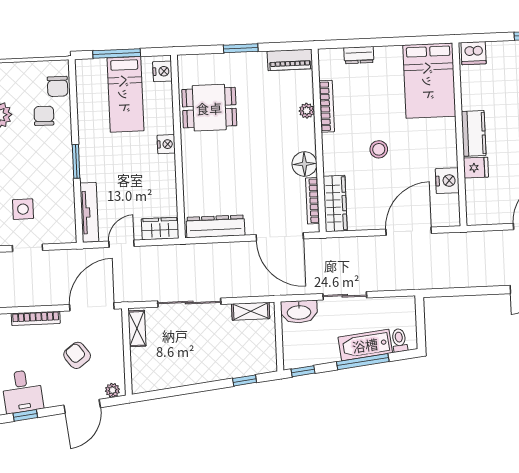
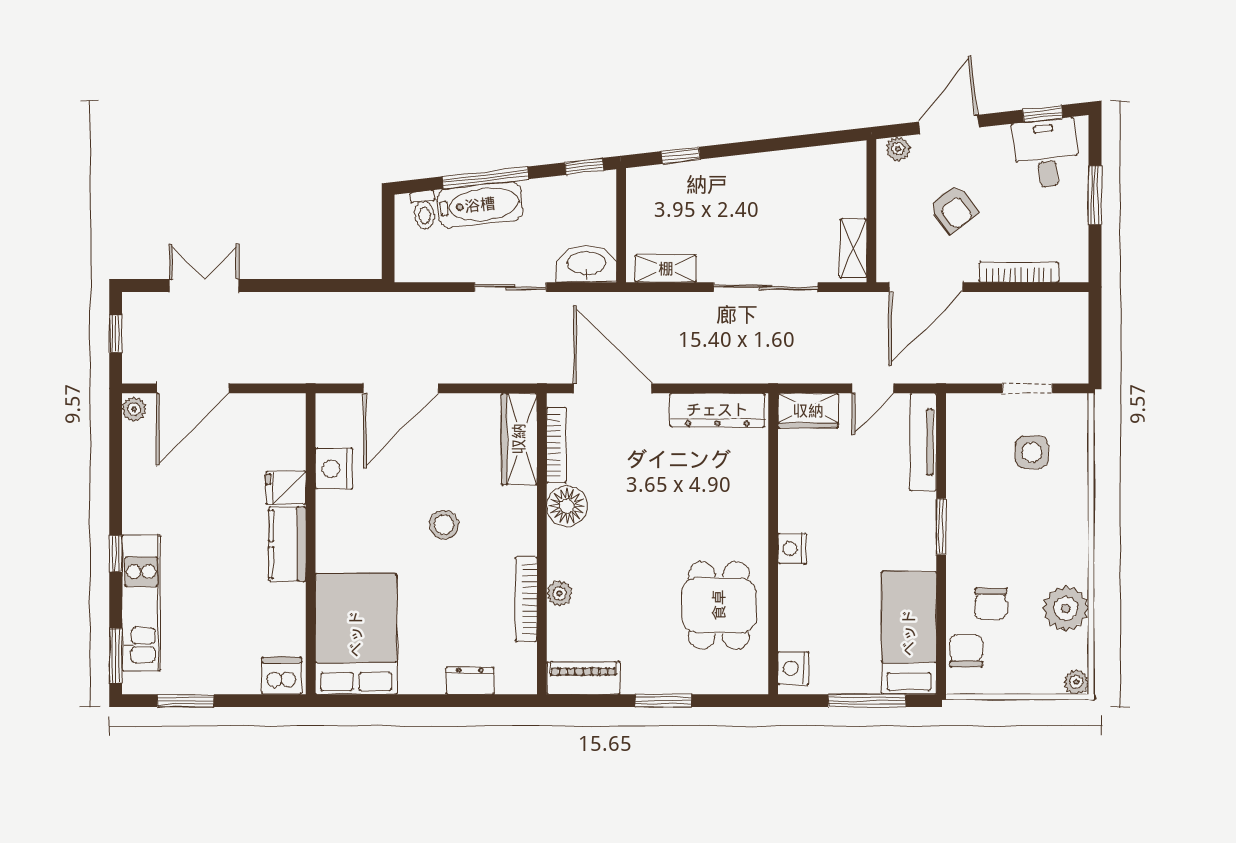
bed: (125, 94) -> (909, 633), moved
dining table: (209, 108) -> (719, 605), turned 90

